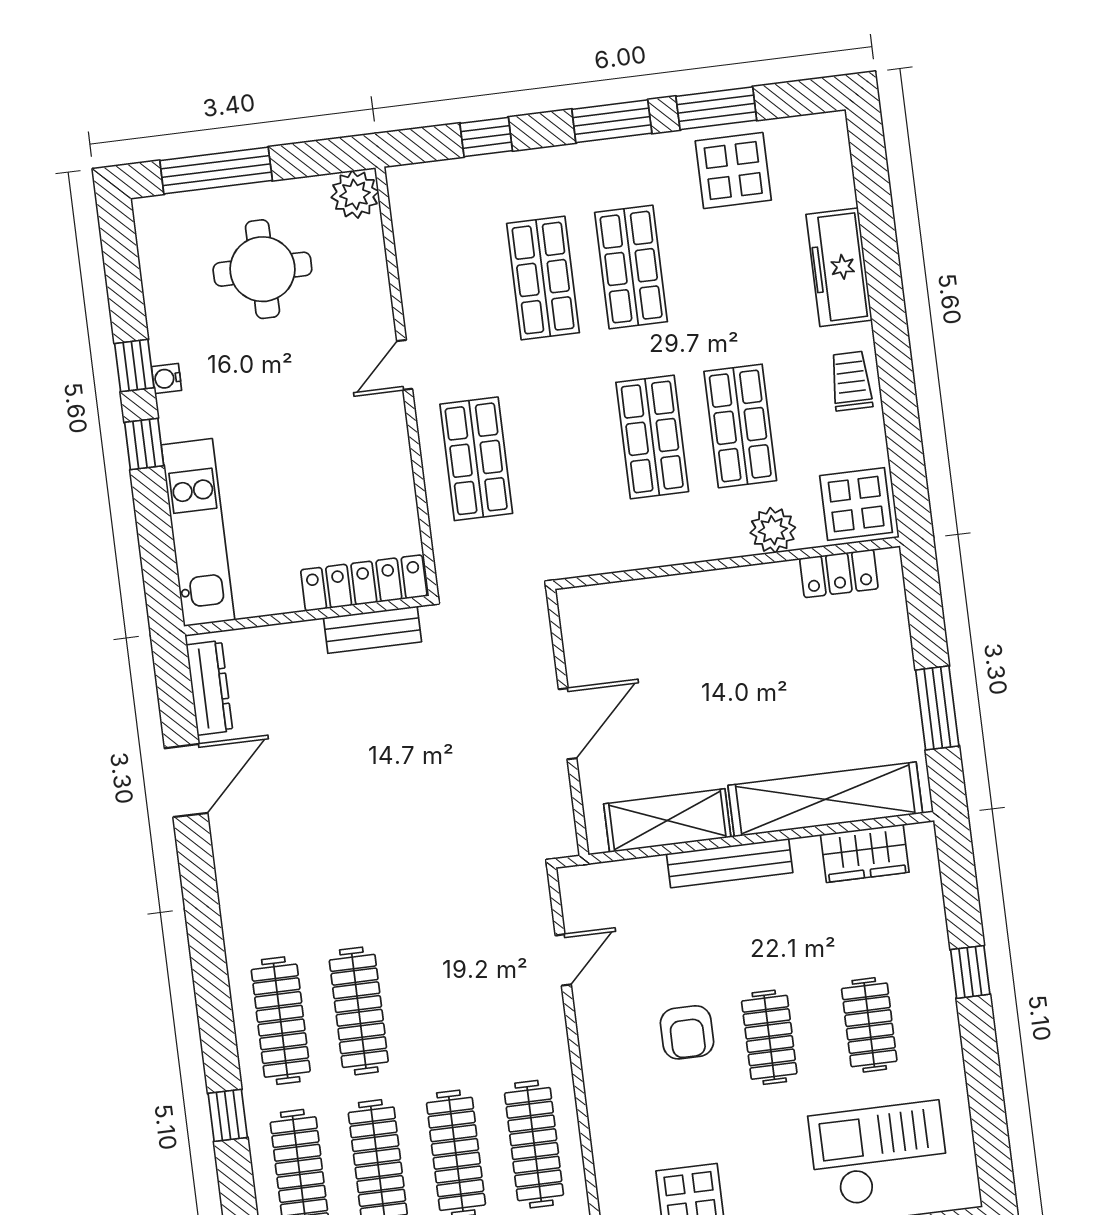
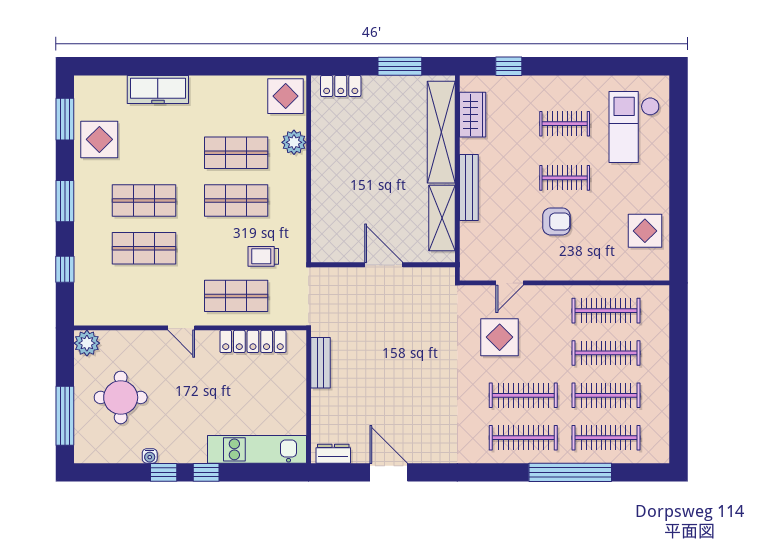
window: (716, 108) -> (65, 119), moved
water cooler: (167, 378) -> (150, 456), moved
trolley: (851, 381) -> (263, 256), moved
locker: (839, 573) -> (341, 86), moved, turned 90
locker: (364, 583) -> (253, 341), moved, turned -90
dresser: (209, 688) -> (333, 454), width x0.70
display table: (461, 954) -> (500, 337), added
door: (563, 960) -> (510, 283), swing flipped
window: (970, 972) -> (509, 66), moved
window: (228, 1115) -> (570, 472), width x3.17

